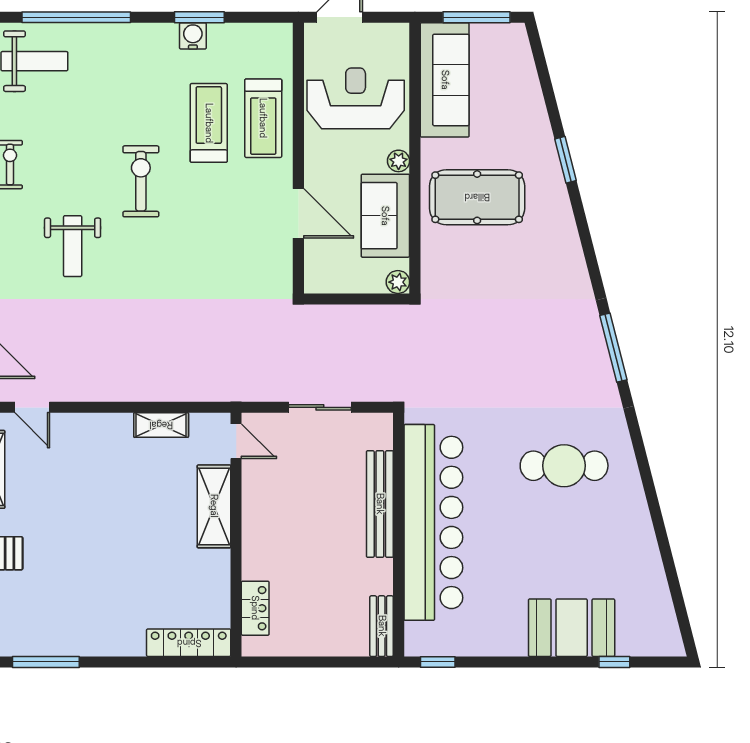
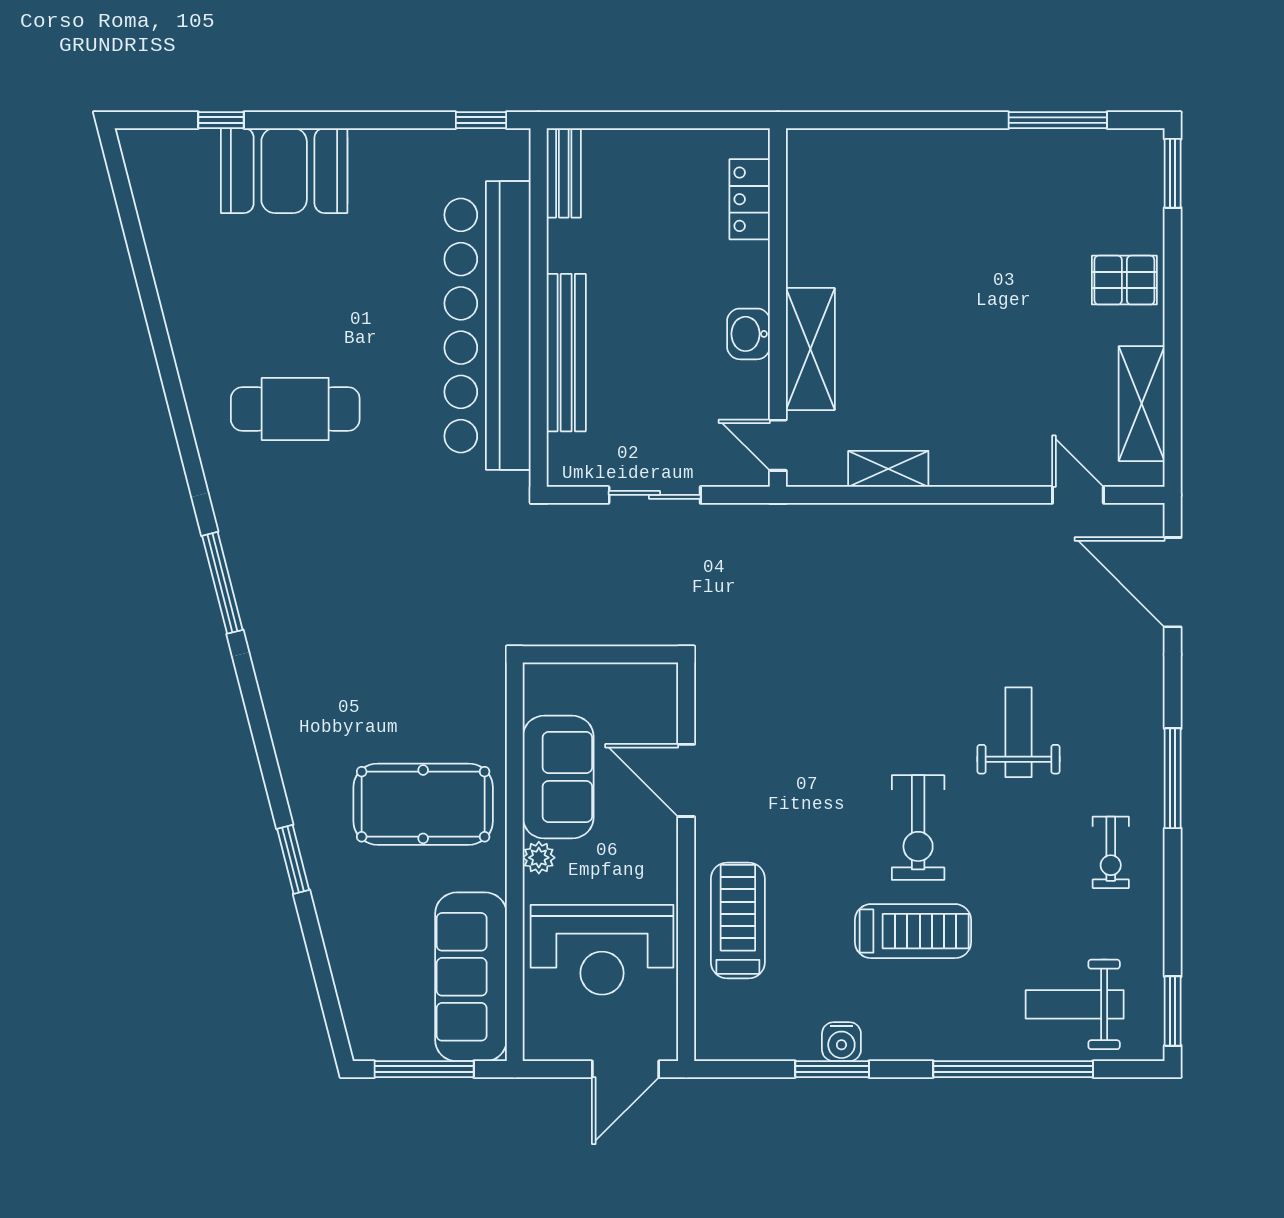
treadmill: (209, 123) -> (913, 931), moved, turned -90
plant: (398, 282) -> (540, 679), removed
washbasin: (256, 517) -> (748, 334), added
locker: (189, 643) -> (848, 149), removed

